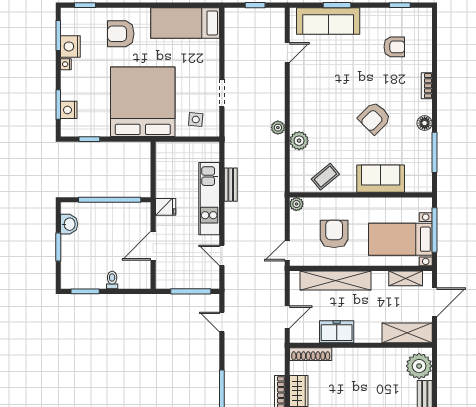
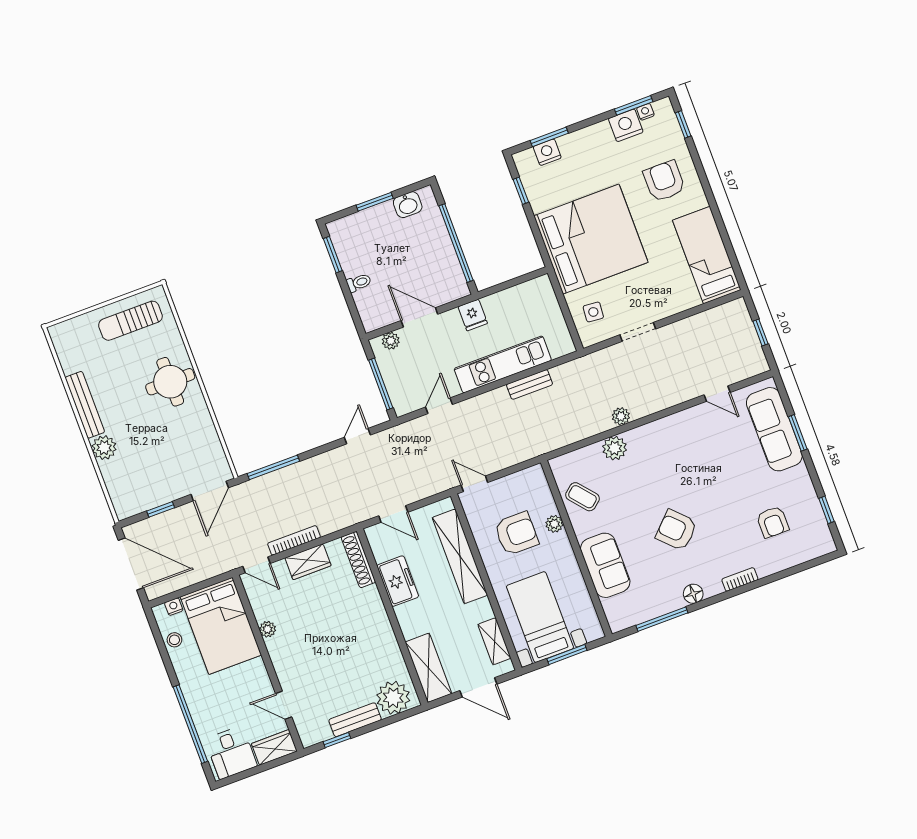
nightstand: (66, 64) -> (645, 112), moved
plant: (296, 204) -> (554, 524), moved
window: (434, 230) -> (567, 655), width x0.69
plant: (162, 273) -> (391, 341), added

